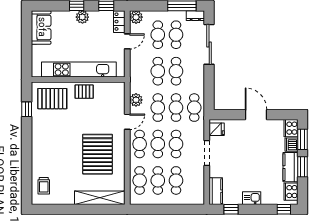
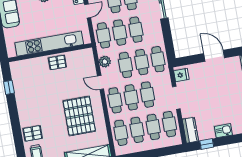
cafe table: (140, 71) -> (104, 35), added
pallet: (52, 99) -> (33, 133), moved, width x0.67, depth x0.71
door: (127, 122) -> (100, 83), swing flipped
cafe table: (194, 180) -> (169, 124), added

